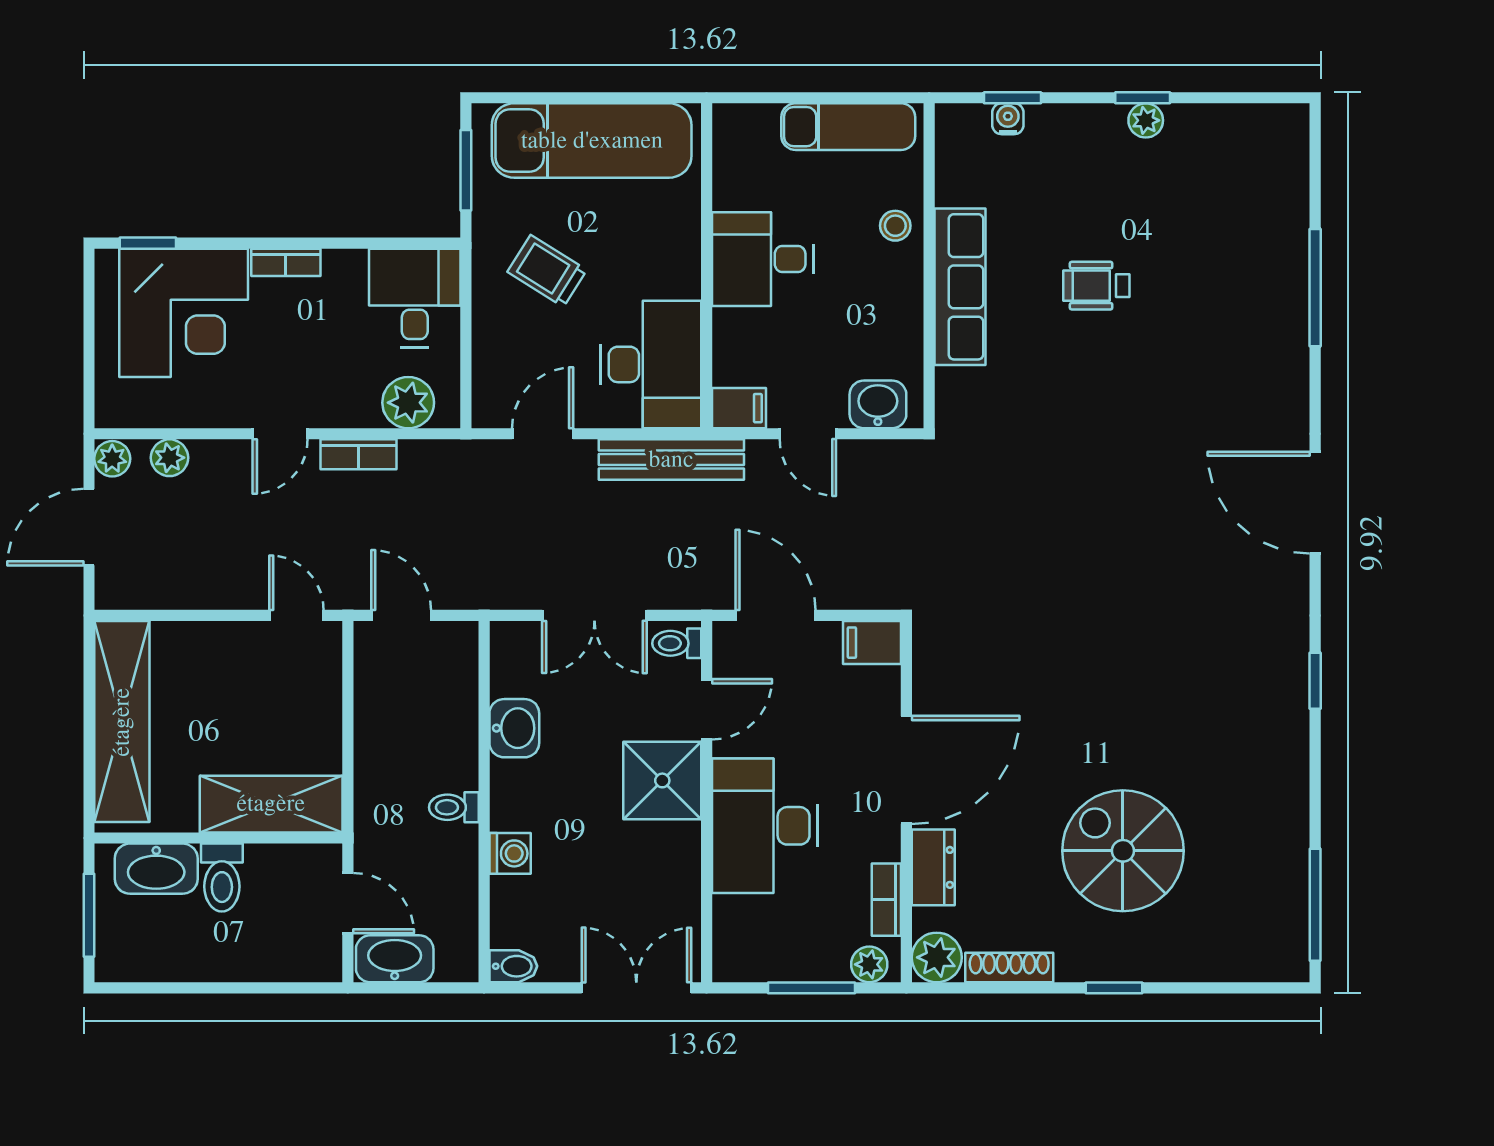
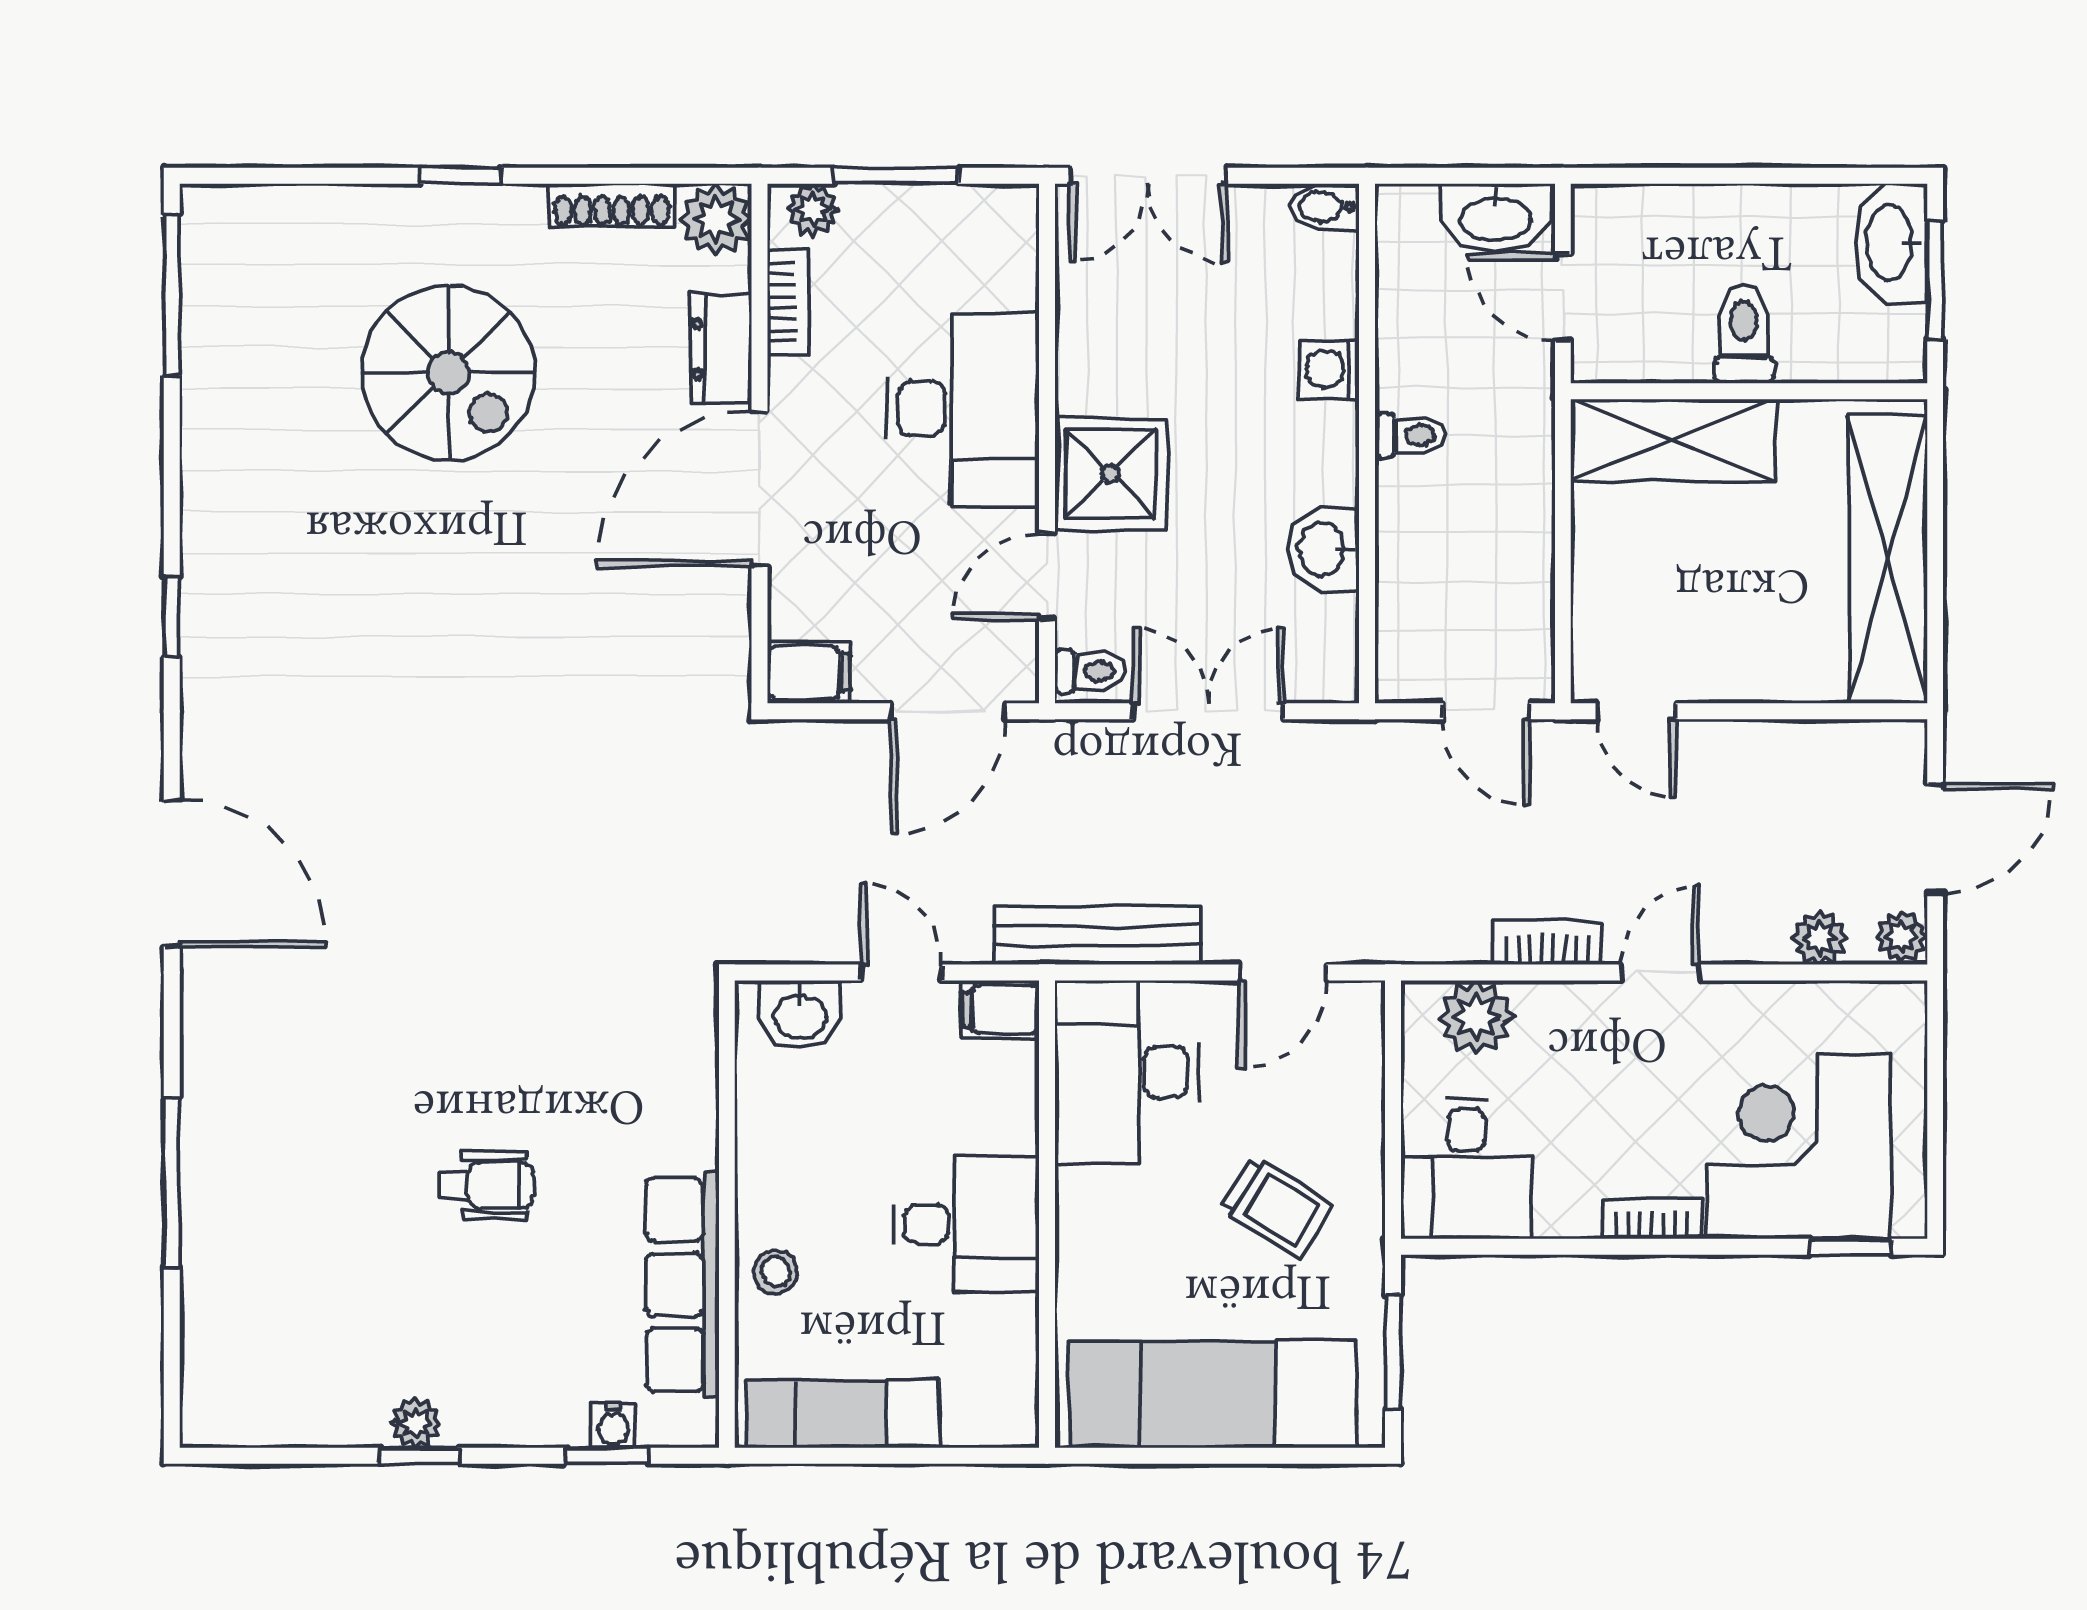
row of seats: (960, 287) -> (683, 1285), moved
door: (776, 615) -> (948, 711), hinge flipped
washbasin: (156, 869) -> (1891, 243), moved, turned -90

